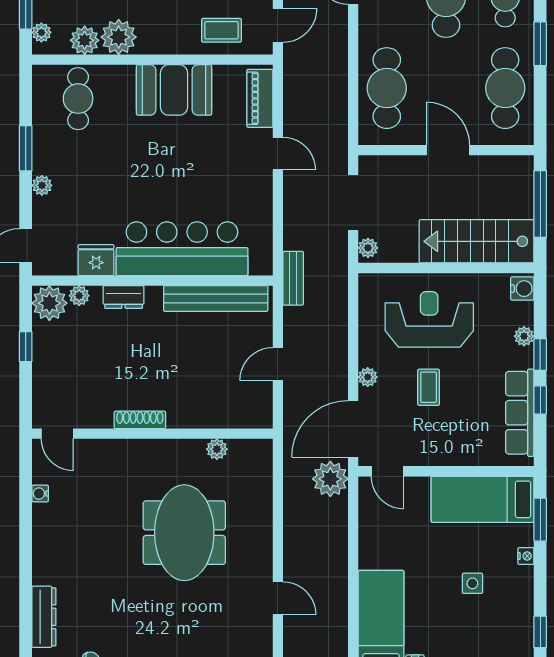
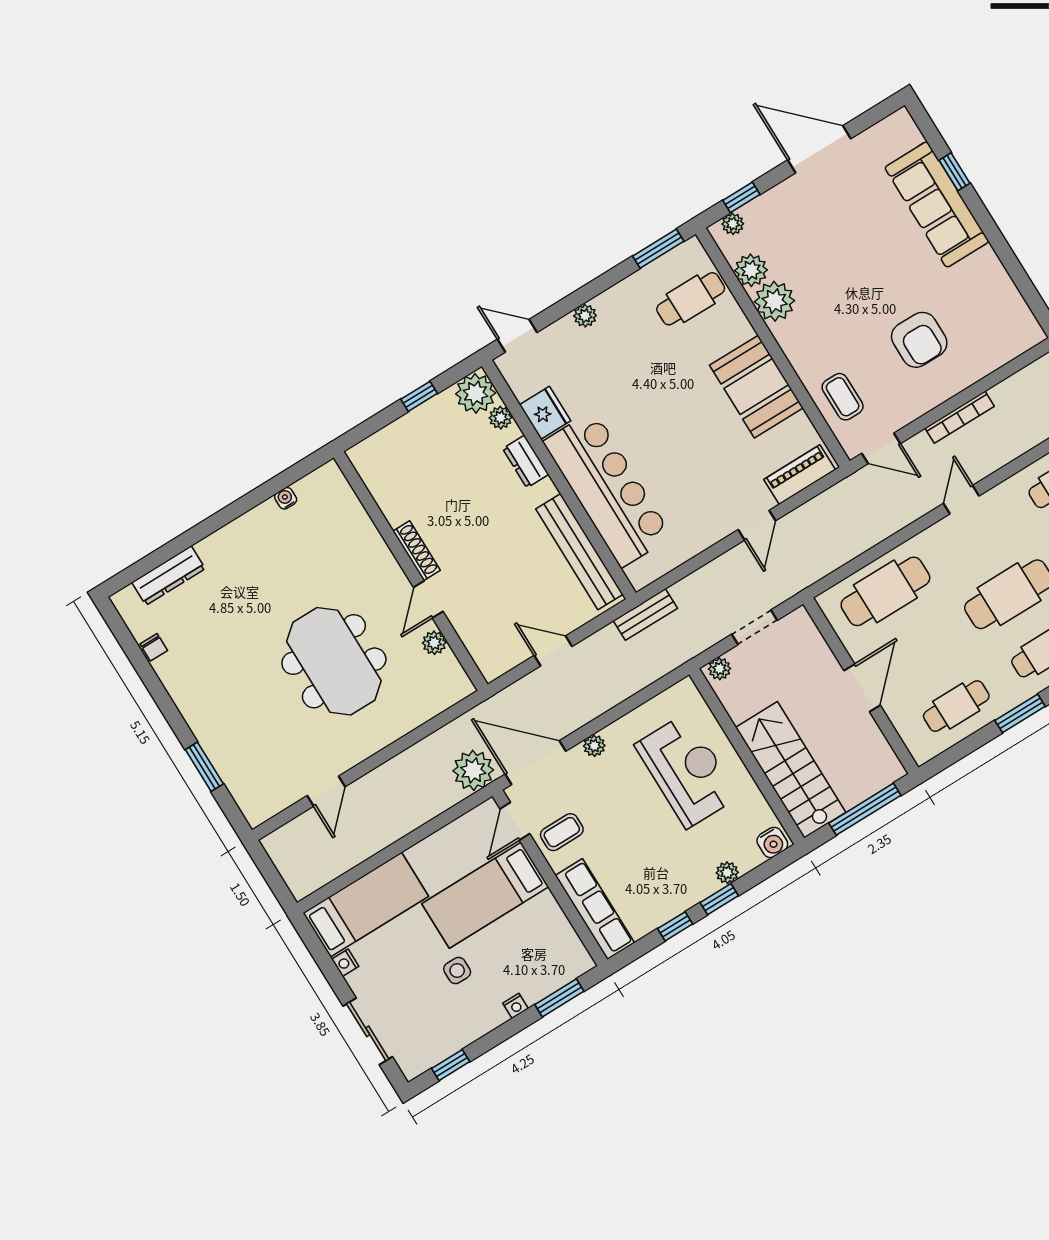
cafe table: (505, 88) -> (956, 706), width x0.73, depth x0.74
window: (26, 148) -> (658, 249), moved
doorway: (353, 202) -> (755, 627), width x0.73
coffee table: (429, 387) -> (562, 832), moved
row of seats: (520, 413) -> (595, 909), moved, turned 90
door: (57, 434) -> (428, 599), moved
bed: (482, 499) -> (485, 895), moved, turned -90
meeting table: (184, 533) -> (334, 661), turned 90

